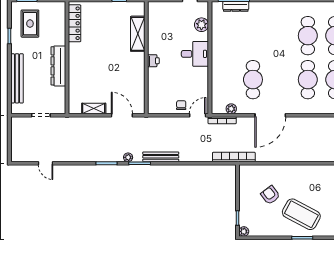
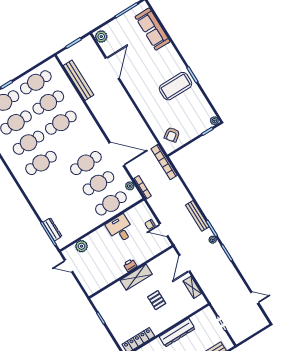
shelving: (138, 34) -> (136, 277), moved
desk: (195, 54) -> (120, 229), moved
pallet: (103, 66) -> (157, 300), added
cafe table: (226, 80) -> (111, 203), added
cafe table: (308, 80) -> (86, 163), moved
door: (198, 115) -> (164, 230), moved
door: (46, 163) -> (255, 298), hinge flipped
armchair: (270, 195) -> (172, 135), moved
coffee table: (301, 214) -> (176, 86), turned 62

